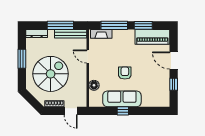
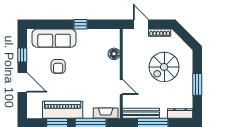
piano: (152, 37) -> (63, 110), moved
armchair: (125, 73) -> (58, 66), moved
spiral stairs: (51, 74) -> (164, 67), width x0.73, depth x0.73
sofa: (122, 99) -> (54, 38), moved

